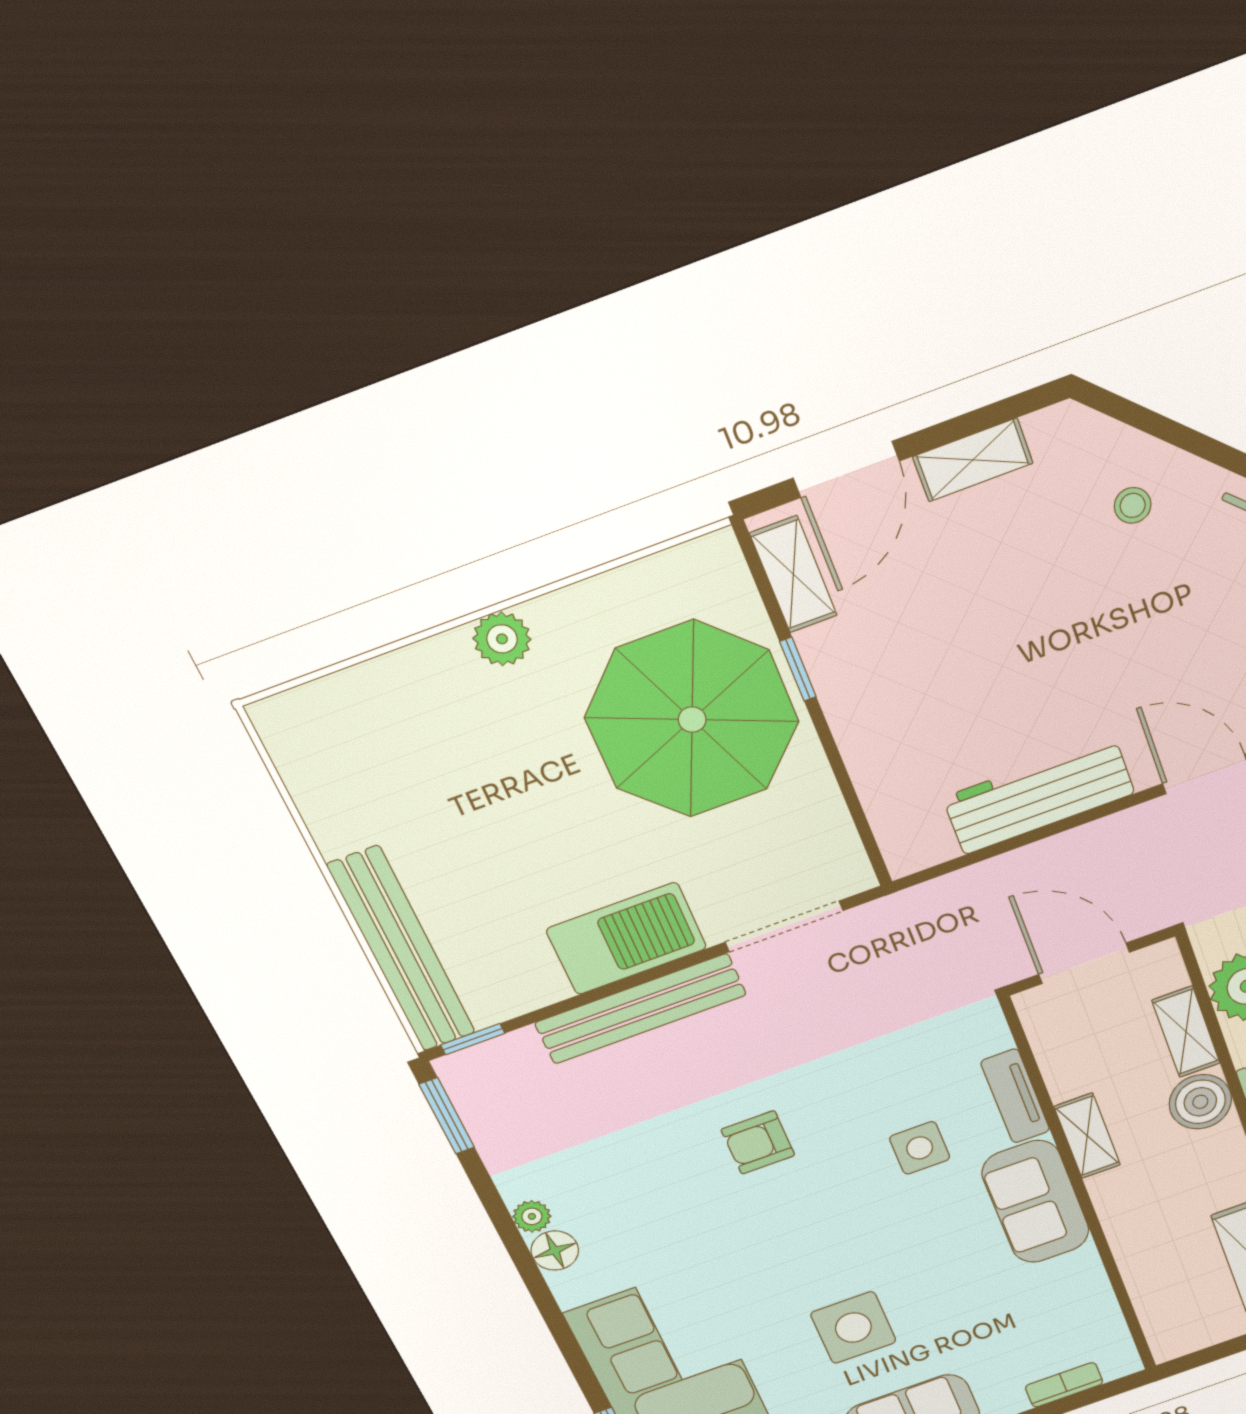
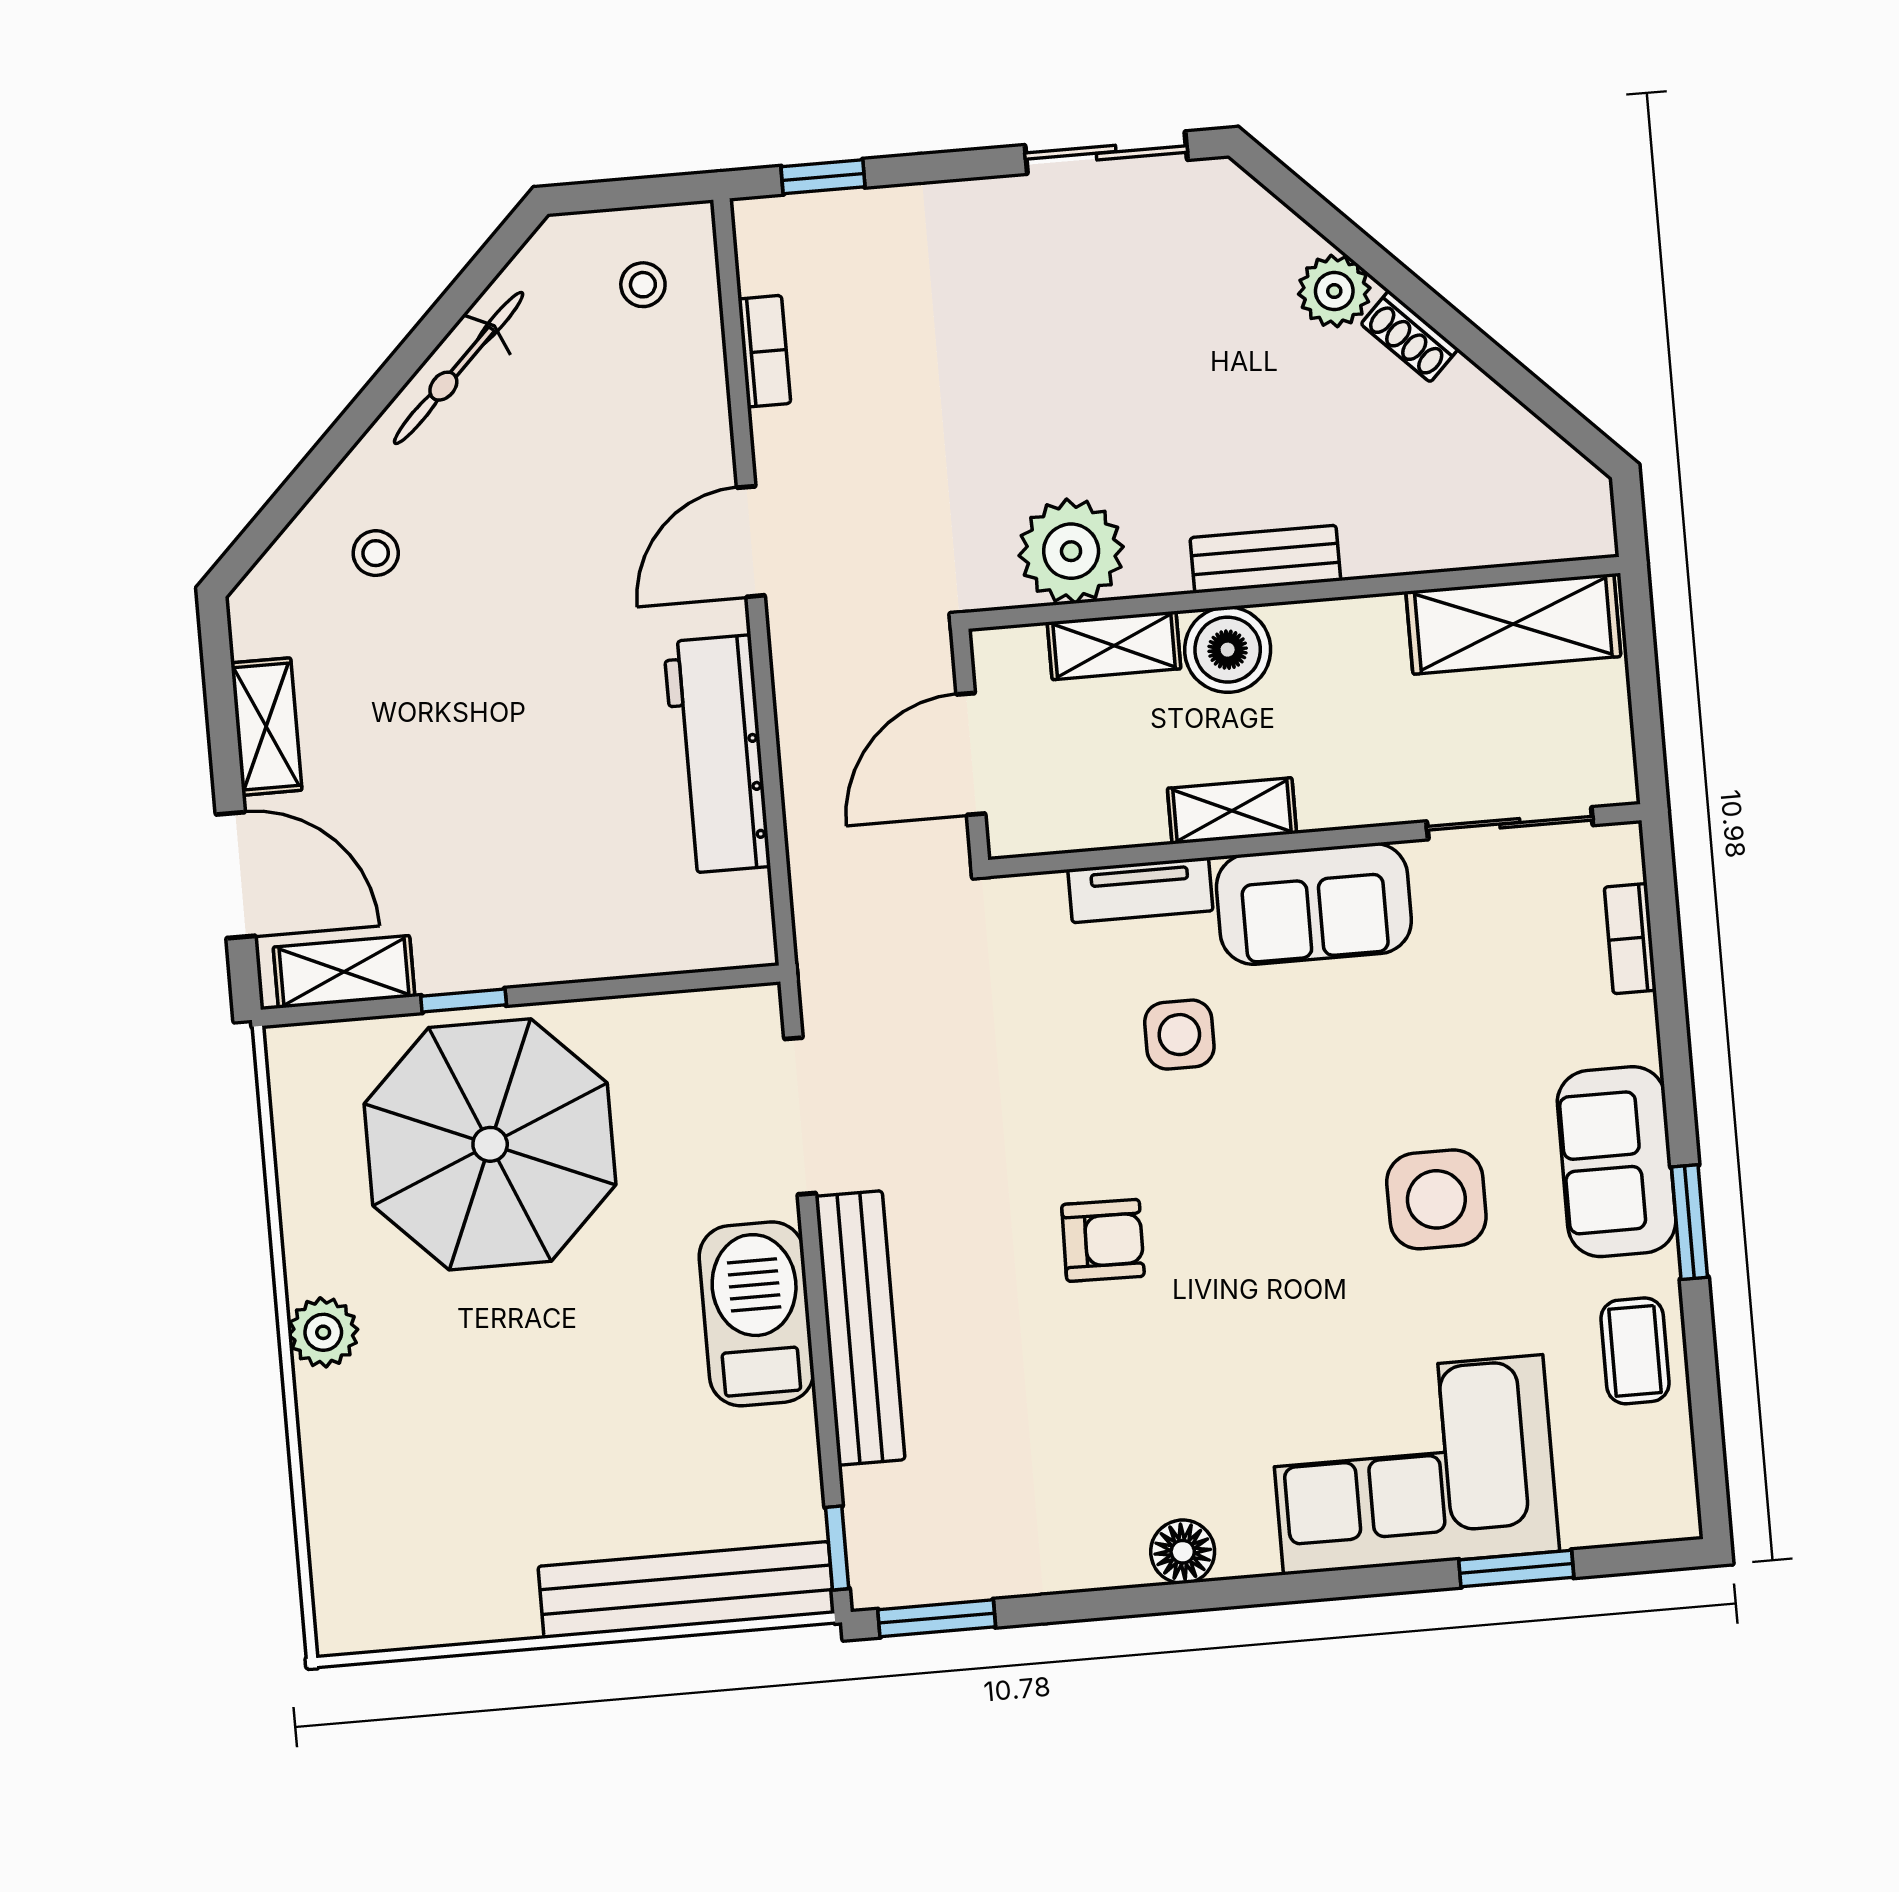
armchair: (758, 1142) -> (1103, 1240), turned -89
plant: (532, 1216) -> (1121, 1563), removed
sliding door: (1123, 1298) -> (1510, 823), added

